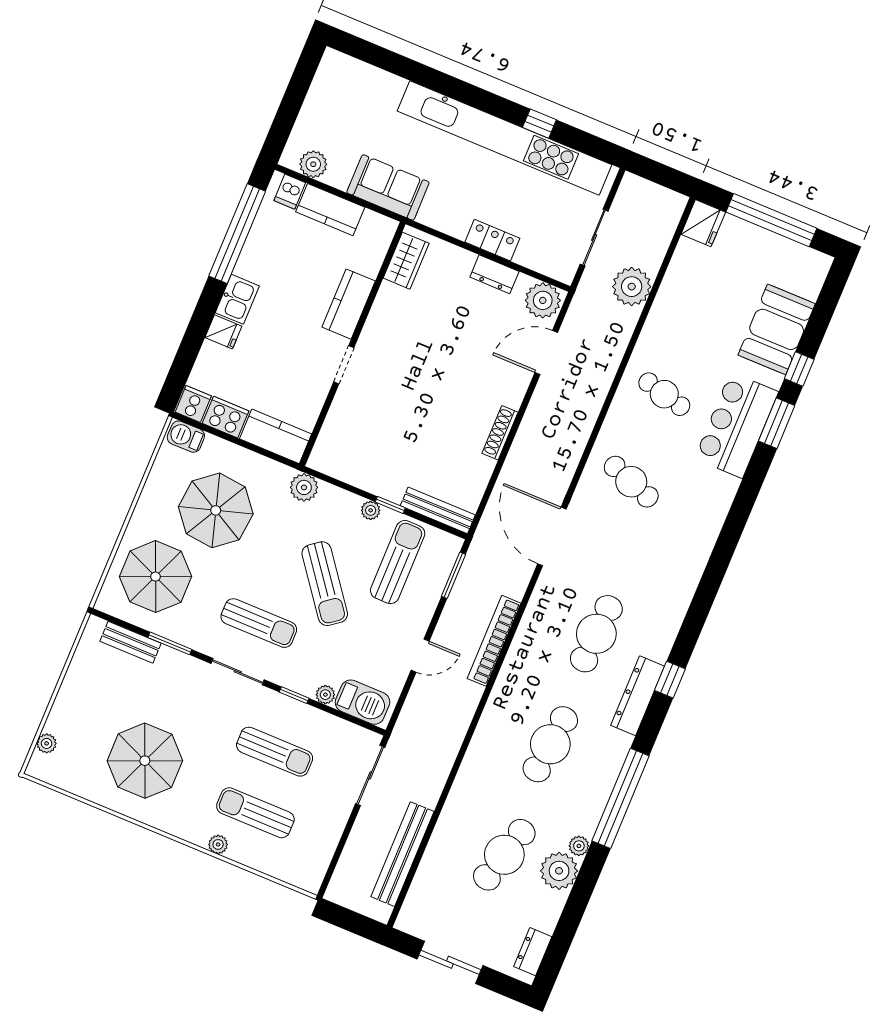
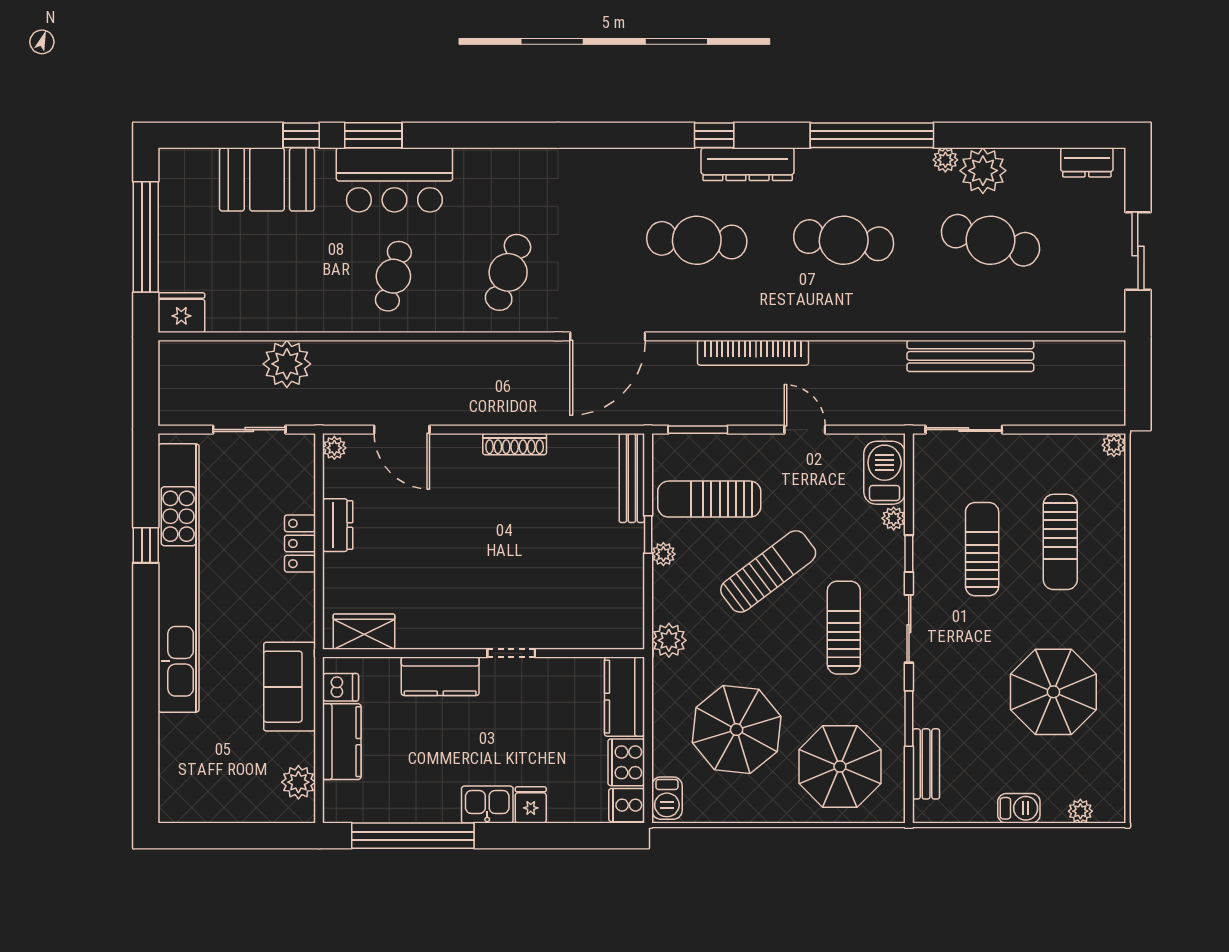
dishwasher: (290, 192) -> (340, 687), moved
plant: (543, 300) -> (334, 448), width x0.53, depth x0.53
barbecue: (68, 698) -> (1019, 808), added
plant: (218, 844) -> (1114, 445), moved
bench: (402, 854) -> (970, 356), moved

